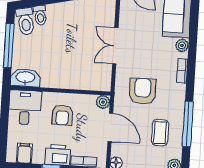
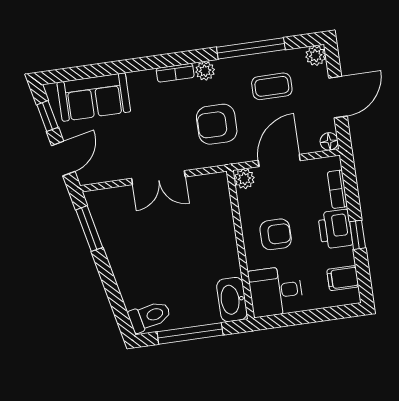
toilet: (40, 15) -> (137, 297), removed
plant: (182, 45) -> (205, 71), moved

